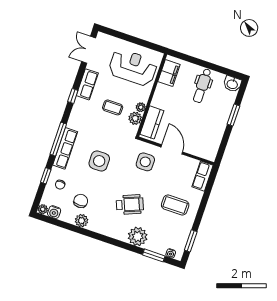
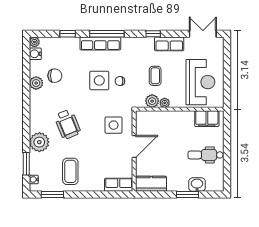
washbasin: (232, 84) -> (197, 185), moved, turned 90
kitchen counter: (152, 122) -> (151, 184), moved, turned 180
chair: (60, 185) -> (120, 81), moved
coffee table: (175, 205) -> (70, 171), moved

